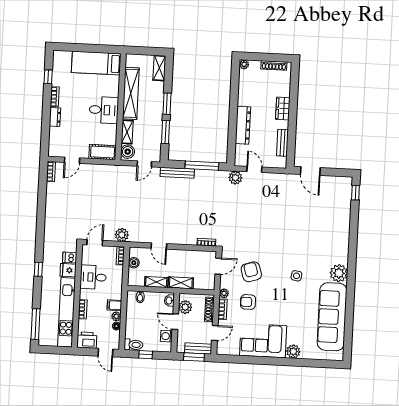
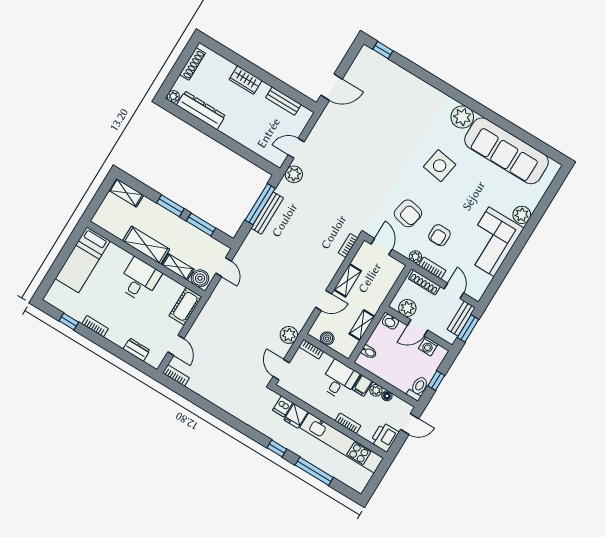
shelving: (131, 93) -> (146, 245), width x0.68
dresser: (55, 117) -> (137, 350), moved
dresser: (243, 125) -> (201, 110), moved
bench: (177, 173) -> (267, 213), moved
armchair: (251, 272) -> (408, 213), turned -151
side table: (296, 276) -> (440, 166), width x1.87, depth x1.87
desk: (93, 277) -> (339, 380), moved, turned 180
shelving: (181, 283) -> (348, 280), moved
window: (36, 324) -> (314, 471), moved

